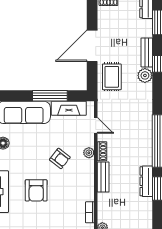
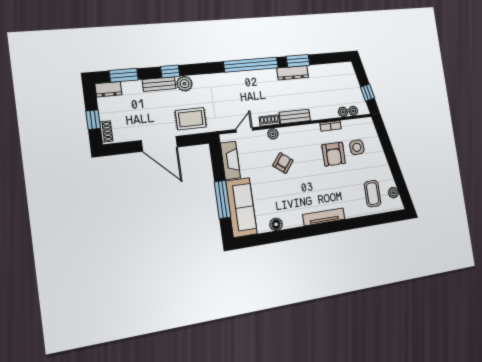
window: (50, 96) -> (222, 199), moved
armchair: (36, 190) -> (334, 154), moved, turned 90

